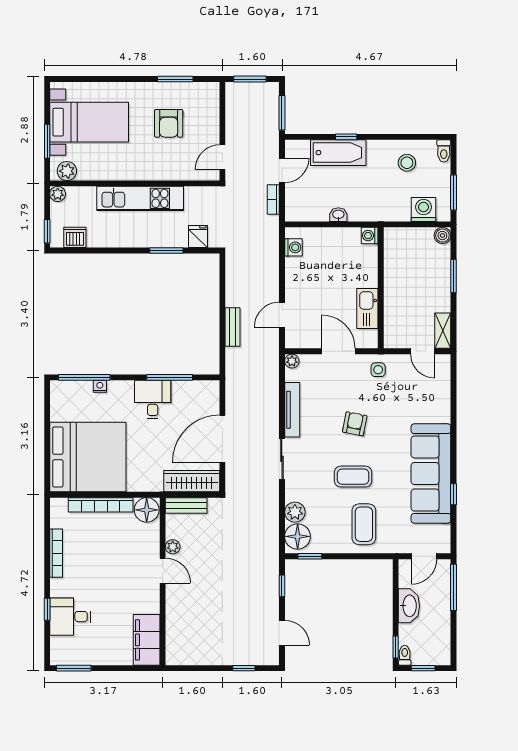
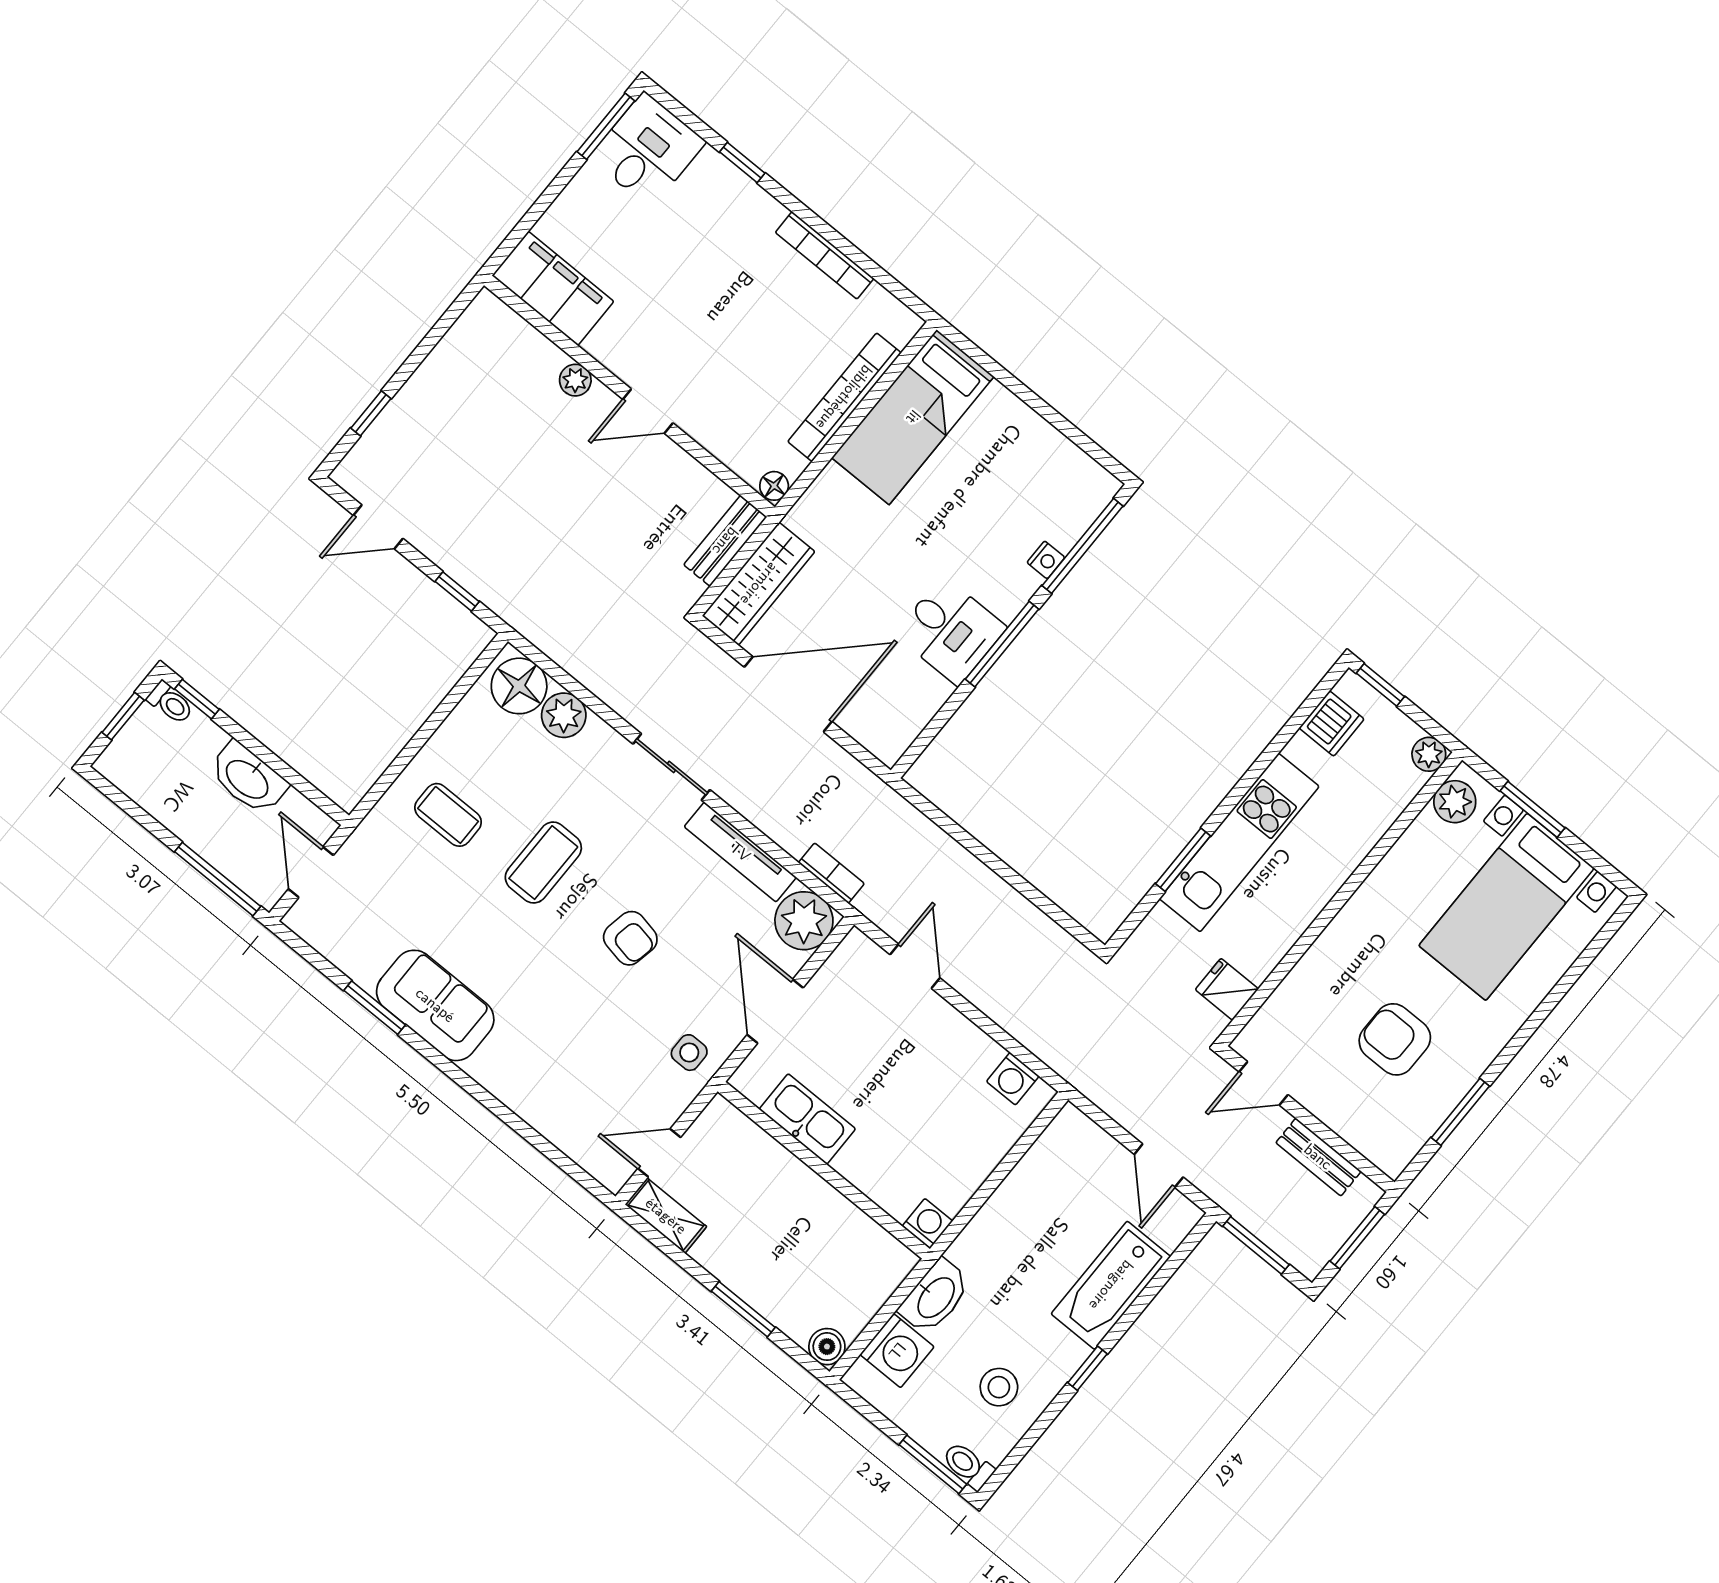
window: (346, 137) -> (1087, 1368), moved
door: (222, 157) -> (1263, 1083), swing flipped
window: (453, 193) -> (933, 1464), moved
kitchen unit: (140, 198) -> (1239, 843), moved, turned 180
bookcase: (273, 199) -> (831, 873), moved
washbasin: (338, 215) -> (935, 1297), moved, width x1.91, depth x1.45
fridge: (198, 237) -> (1227, 989), moved, turned 180
bench: (233, 327) -> (1318, 1157), moved
door: (339, 351) -> (775, 1011), swing flipped
plant: (292, 361) -> (804, 921), width x1.88, depth x1.88
window: (170, 377) -> (1002, 644), moved
door: (222, 439) -> (788, 694), hinge flipped
bed: (88, 457) -> (913, 417), width x0.49
sofa: (431, 473) -> (435, 1005), width x0.54, depth x0.79
window: (453, 494) -> (375, 1008), width x1.50
floor lamp: (147, 510) -> (774, 486), width x0.53, depth x0.53
coffee table: (364, 524) -> (448, 815), width x0.73, depth x0.77
plant: (173, 547) -> (575, 380), moved
window: (310, 556) -> (469, 679), removed
desk: (70, 617) -> (647, 150), moved

